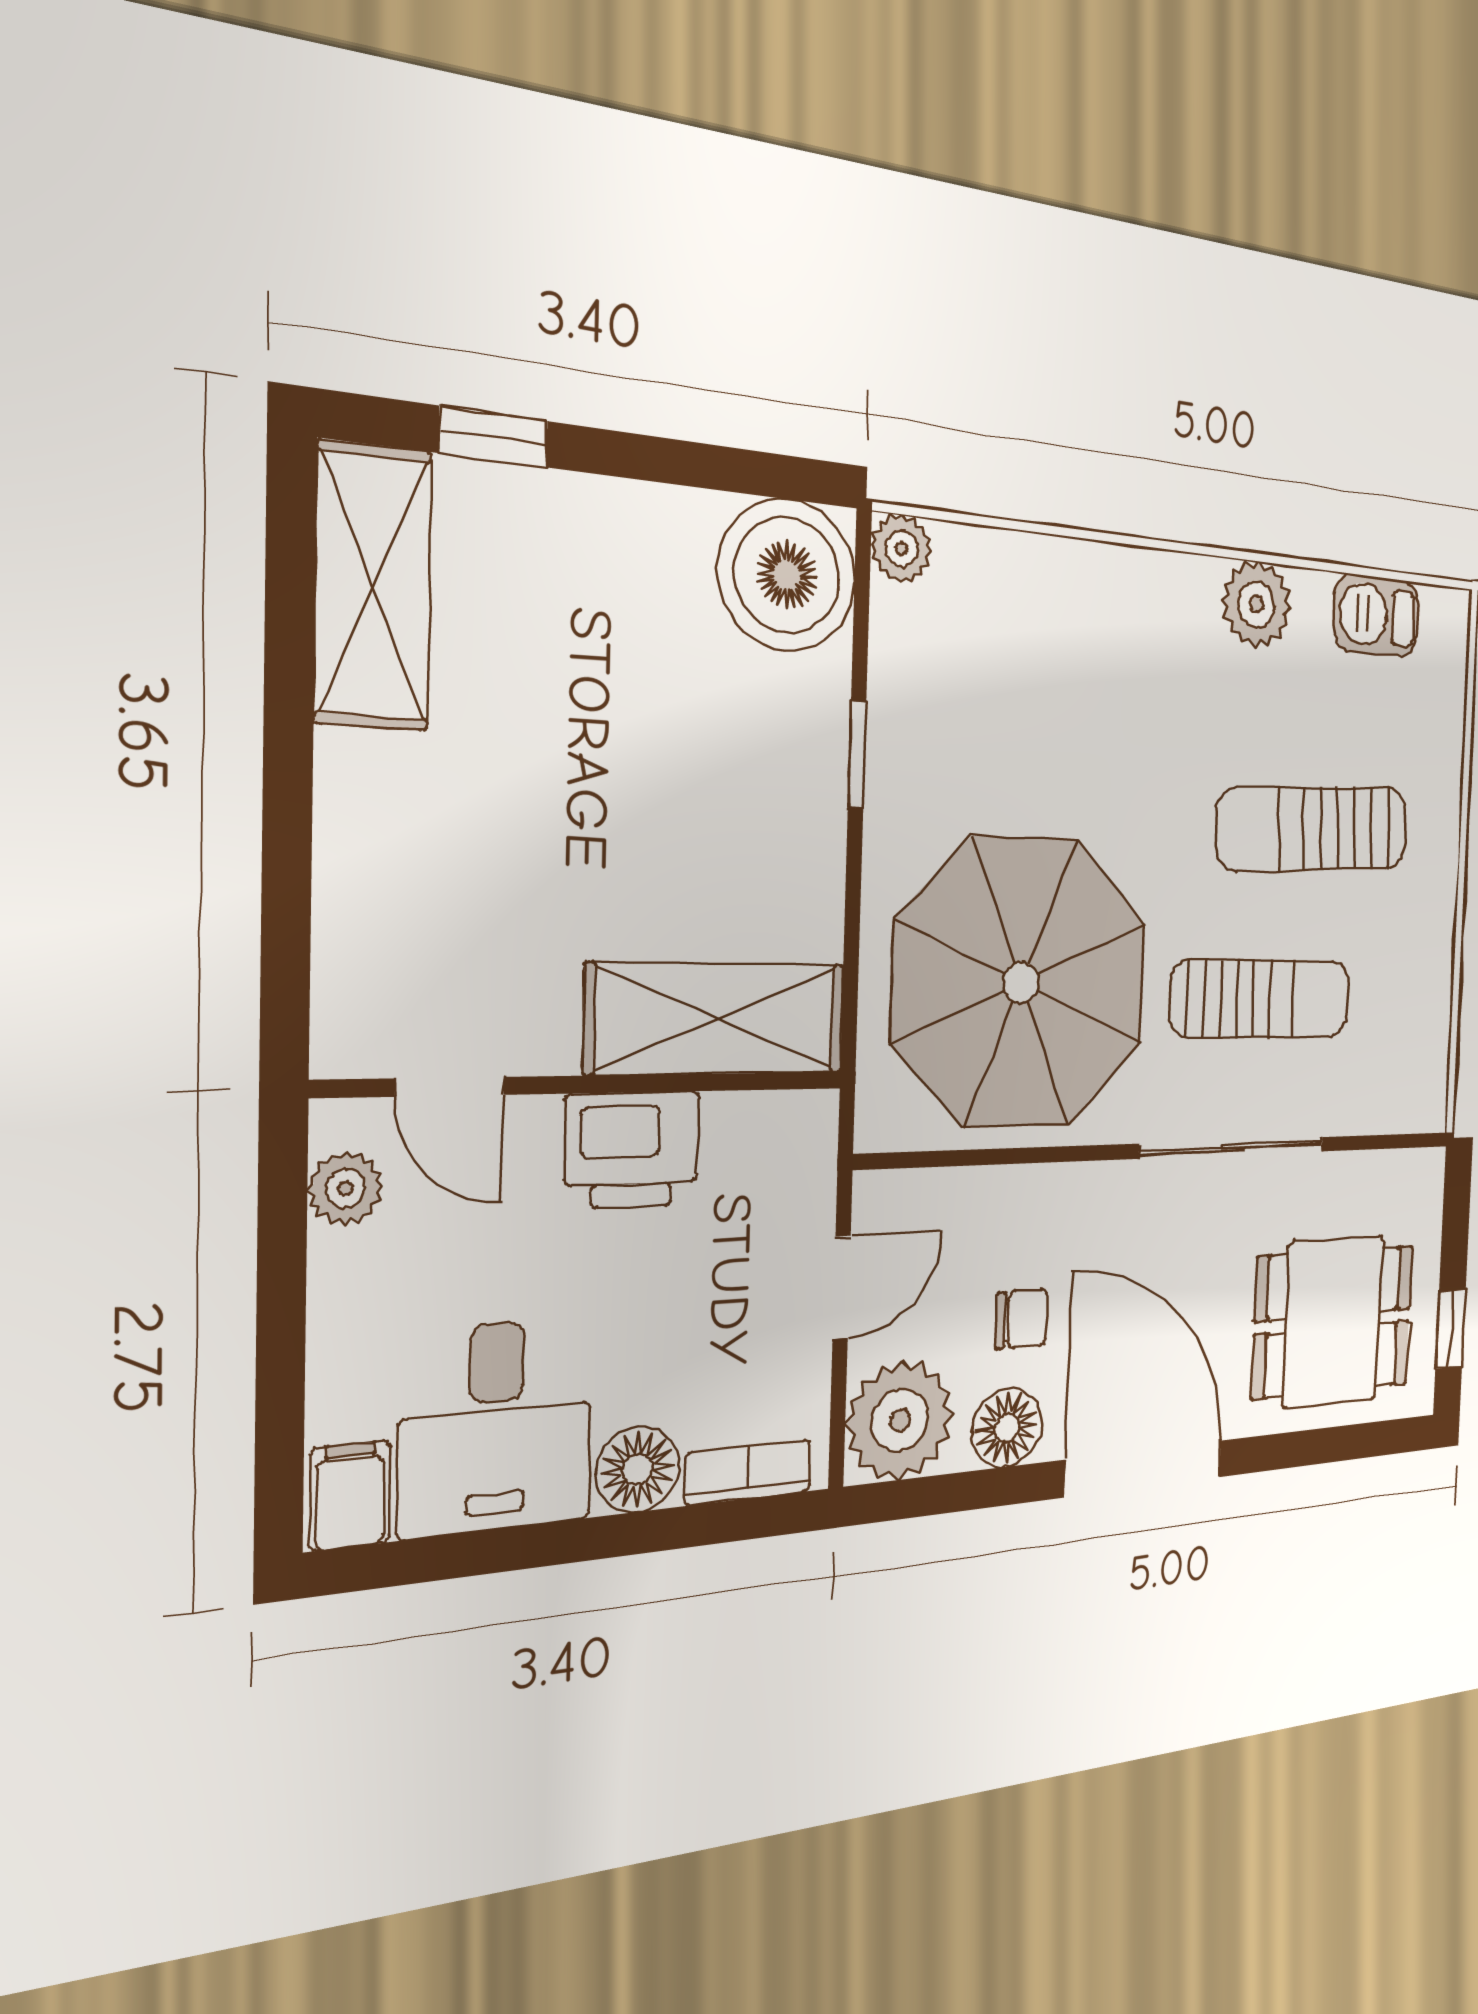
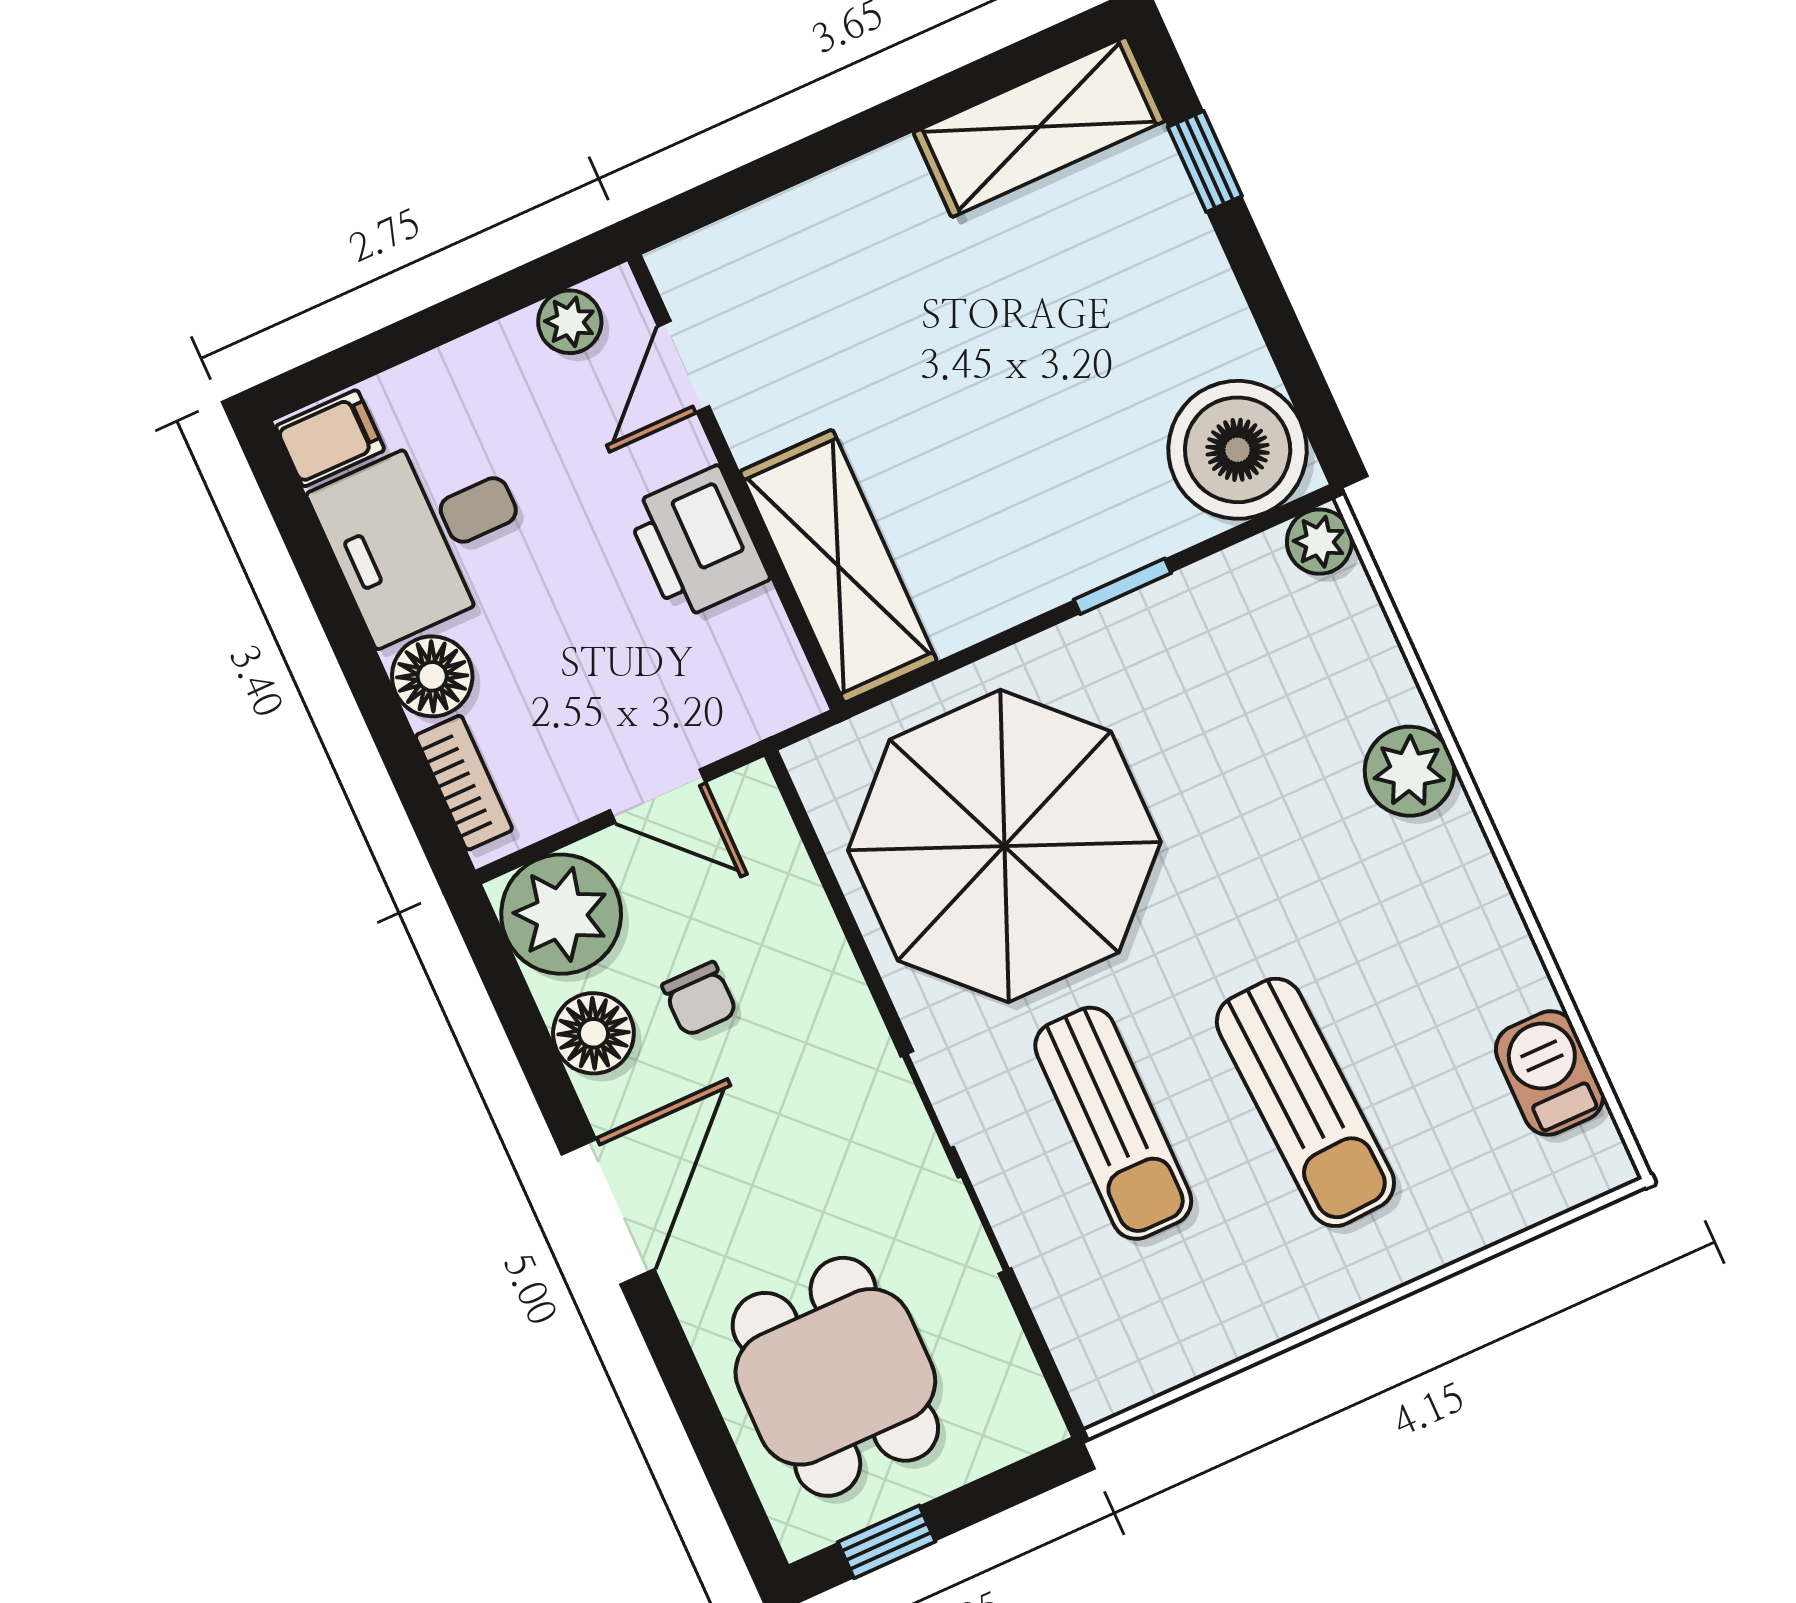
plant: (1256, 604) -> (1409, 771), moved
sun lounger: (1313, 829) -> (1305, 1102), turned 180
door: (1144, 1469) -> (608, 1212), width x0.73

